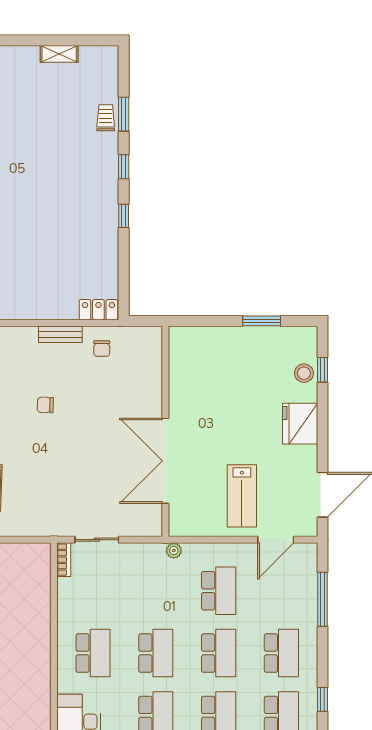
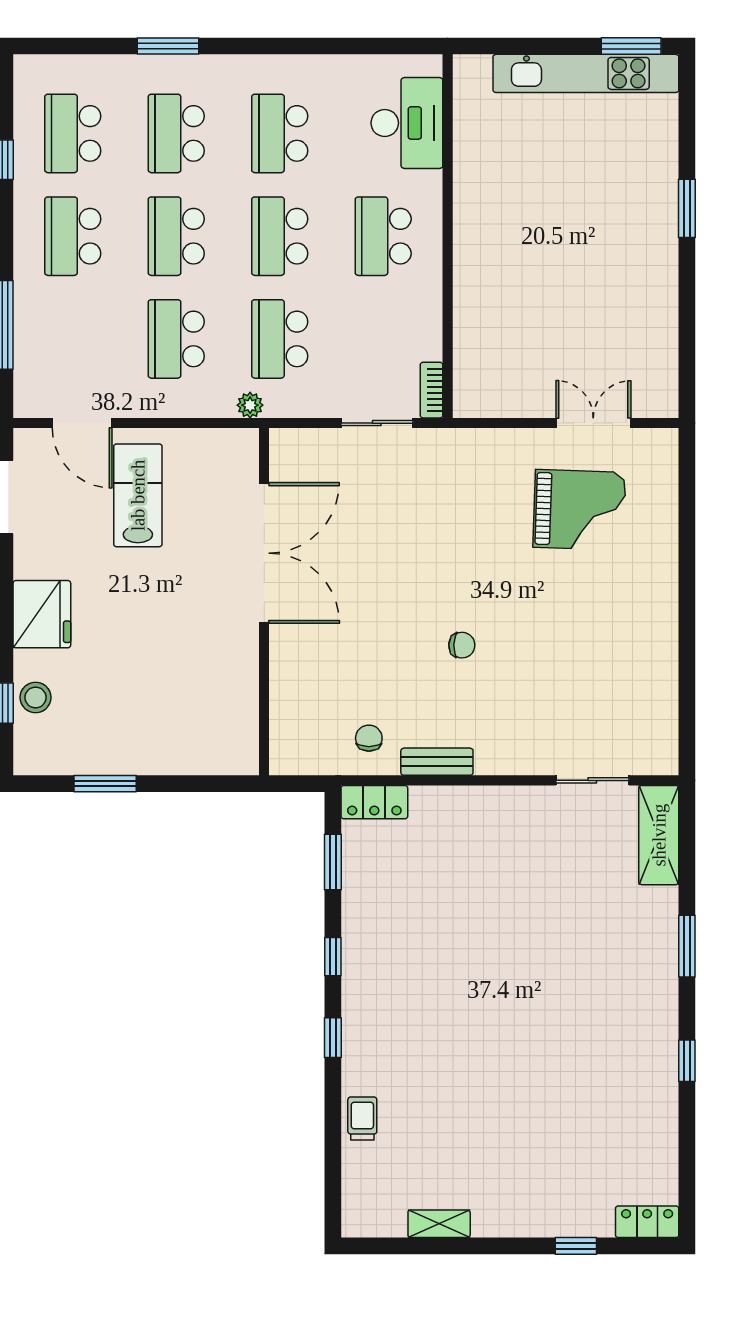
window: (124, 114) -> (333, 862), moved
trolley: (106, 118) -> (362, 1119), turned 180
door: (276, 540) -> (82, 423), swing flipped
school desk: (156, 591) -> (280, 339), added

